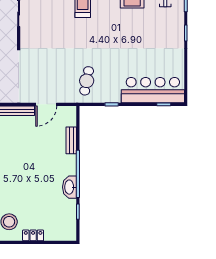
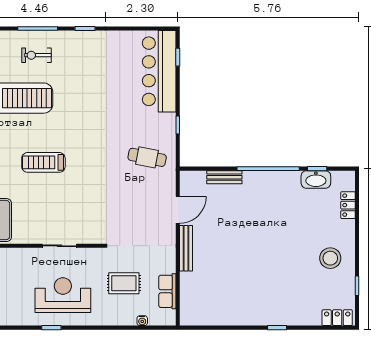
door: (46, 104) -> (178, 210), hinge flipped
washbasin: (70, 187) -> (316, 179), moved
locker: (33, 235) -> (348, 205), moved

